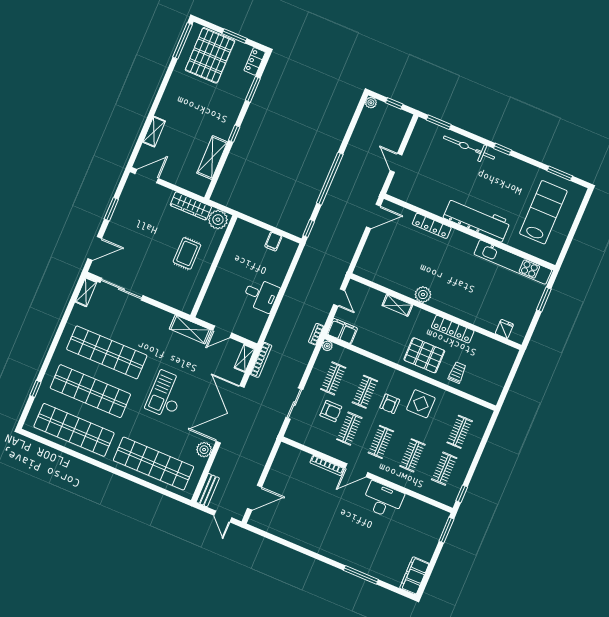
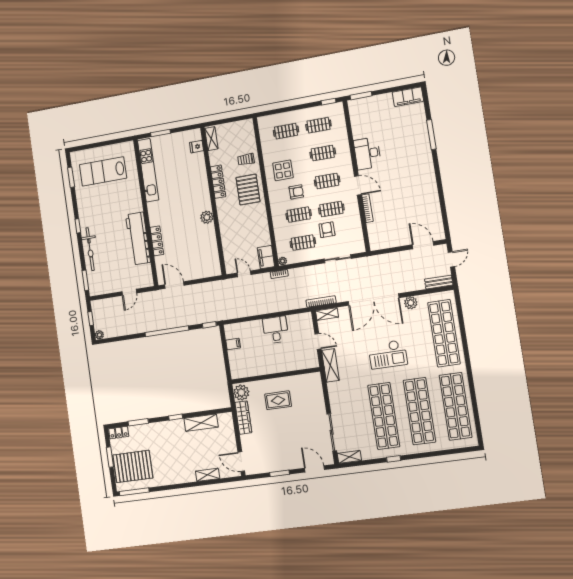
workbench: (477, 219) -> (138, 238), moved
door: (339, 298) -> (244, 274), hinge flipped
shelving: (397, 305) -> (211, 139), moved
window: (35, 389) -> (394, 459), moved

